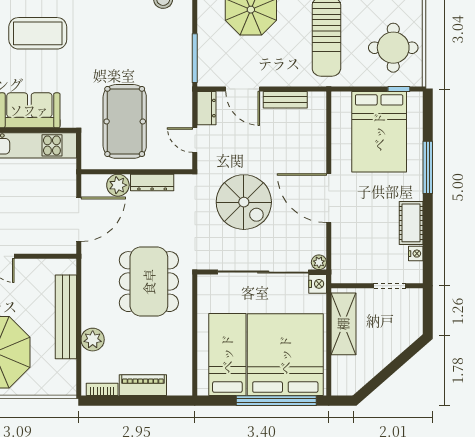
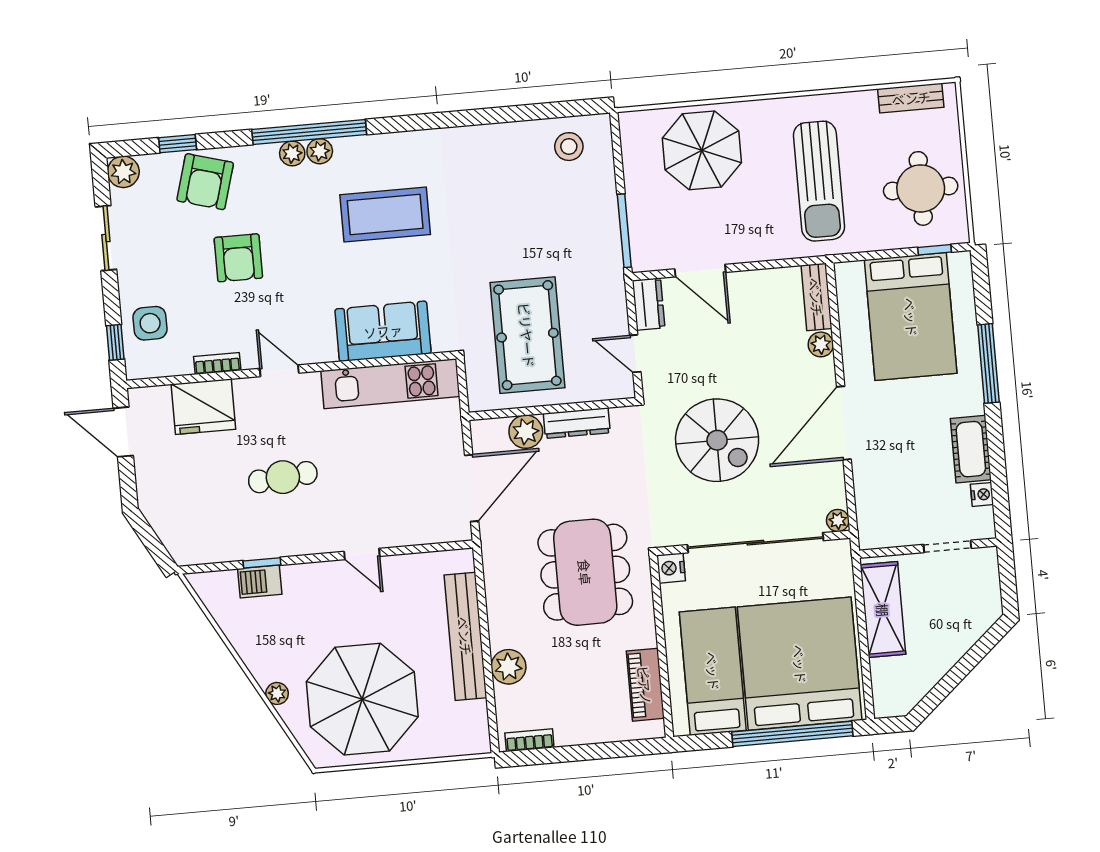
bench: (285, 100) -> (816, 297), moved, turned 90
plant: (318, 145) -> (821, 344), added
door: (329, 198) -> (844, 423), hinge flipped
nightstand: (318, 284) -> (671, 568), moved, turned 180
piano: (143, 385) -> (645, 685), moved, turned -90

